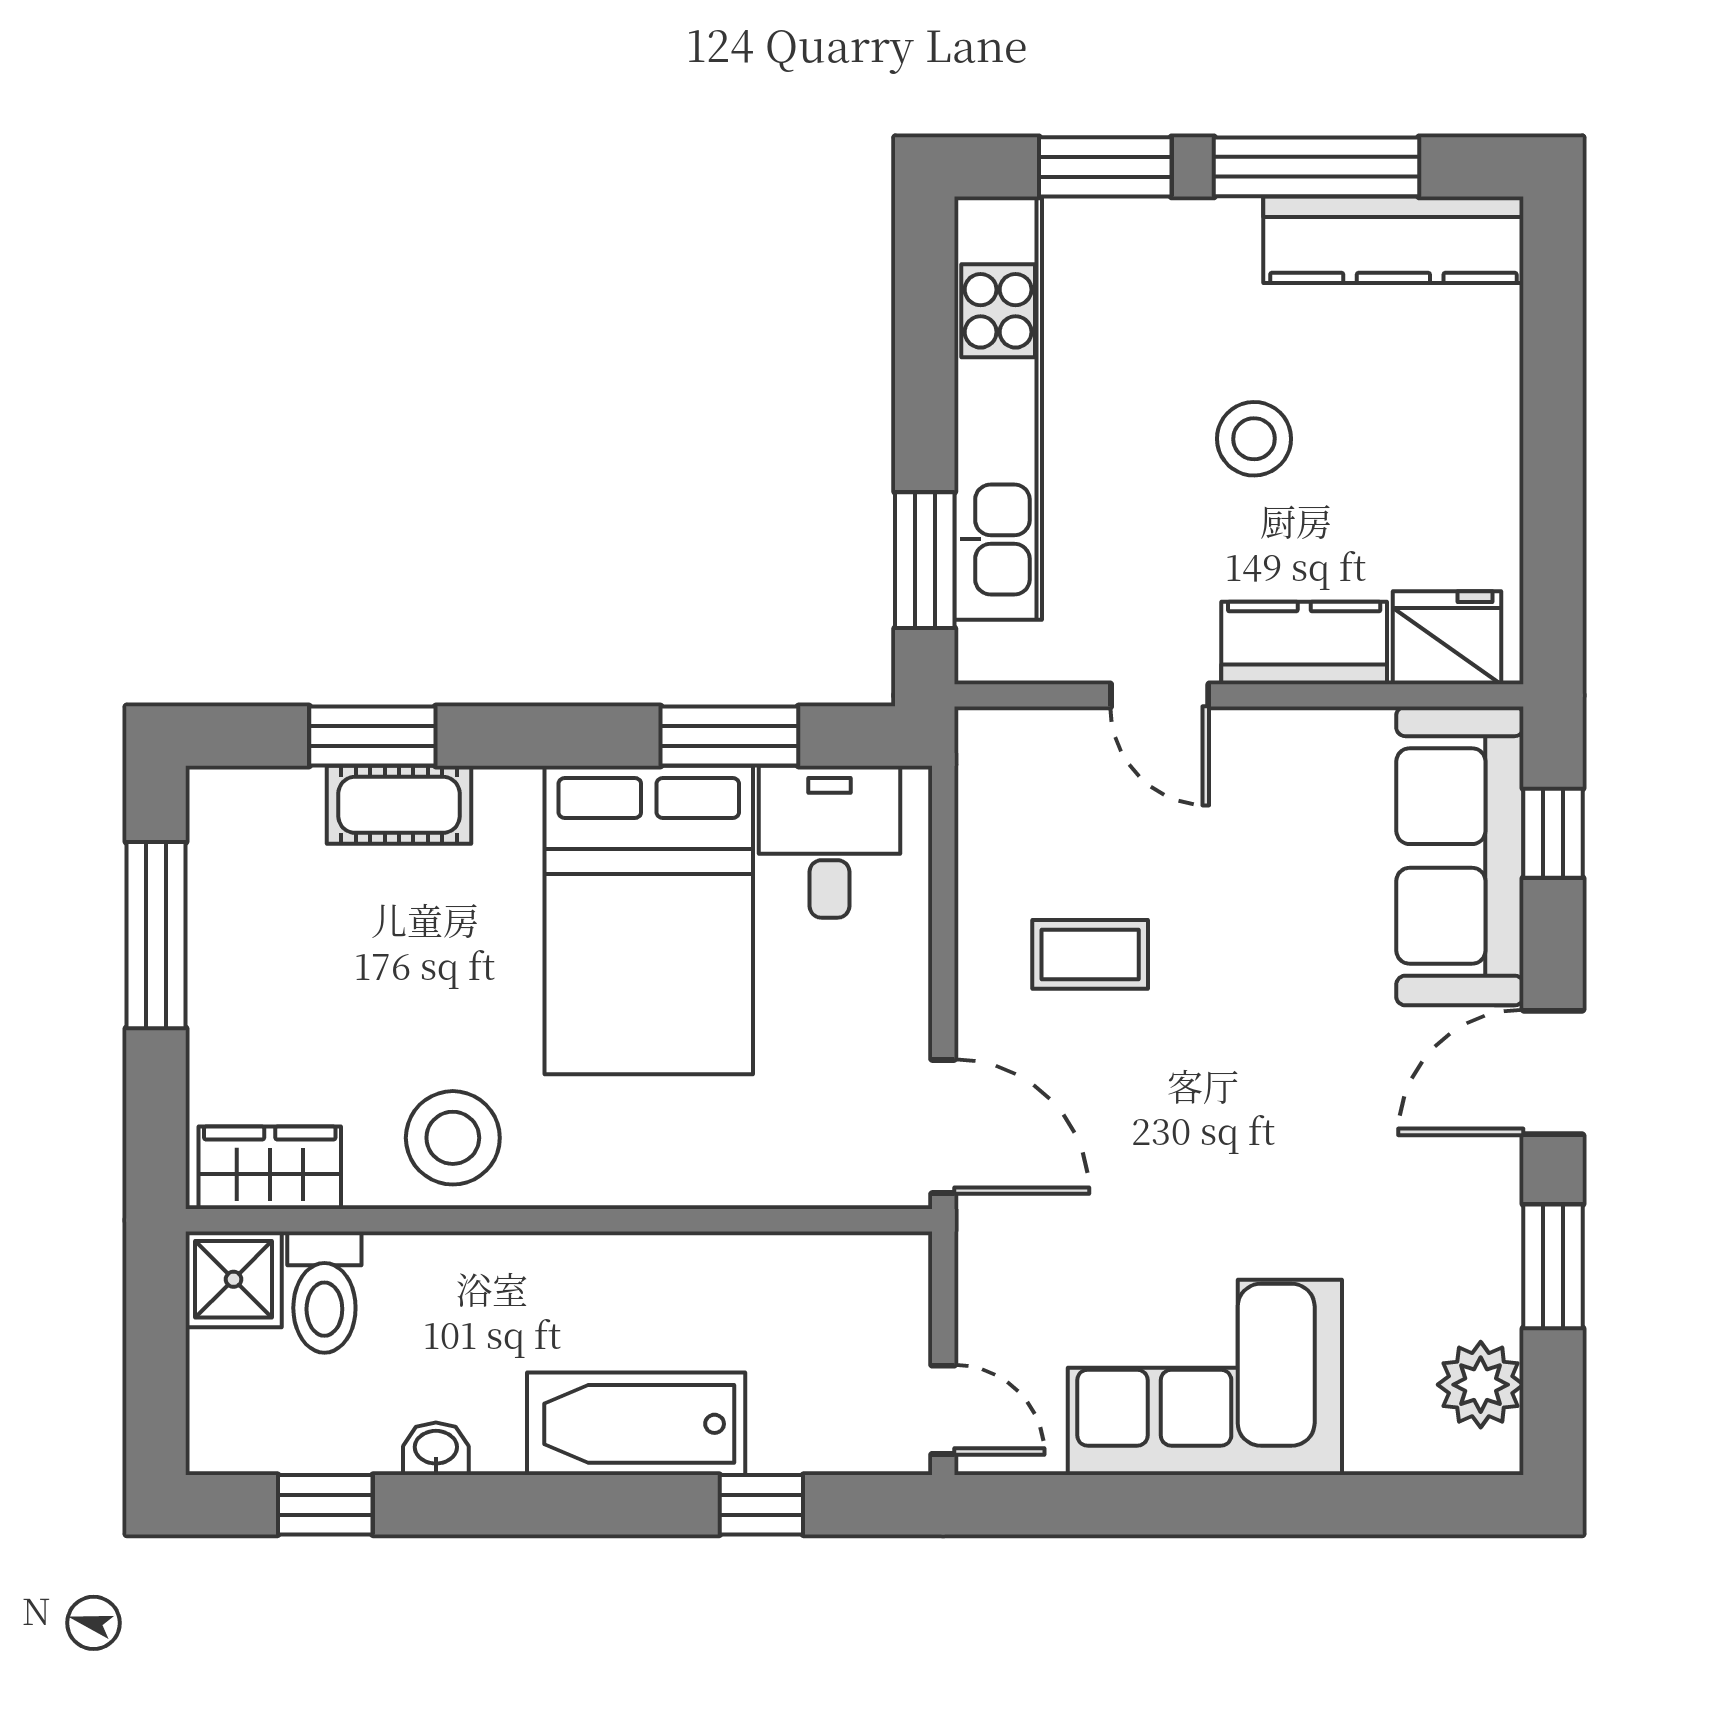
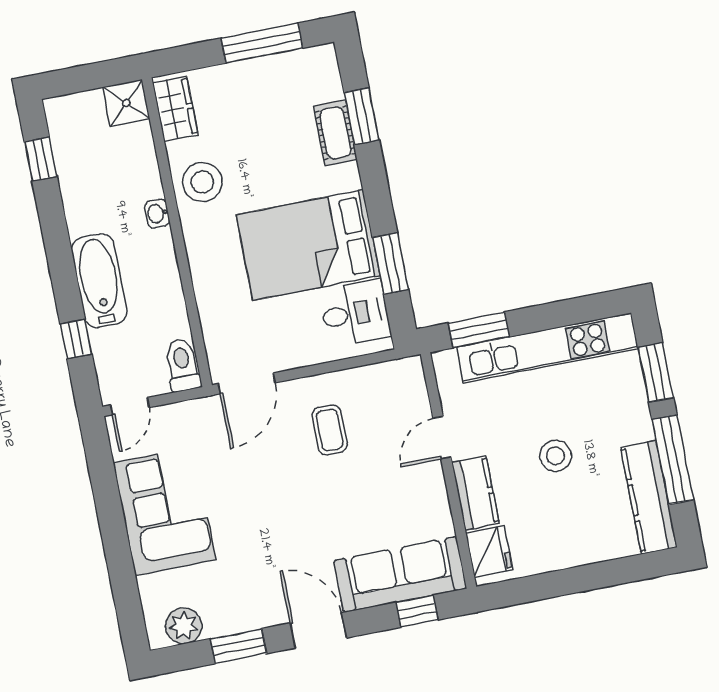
toilet: (324, 1292) -> (182, 365), moved, turned 90
washbasin: (436, 1449) -> (157, 213), moved, turned 180

